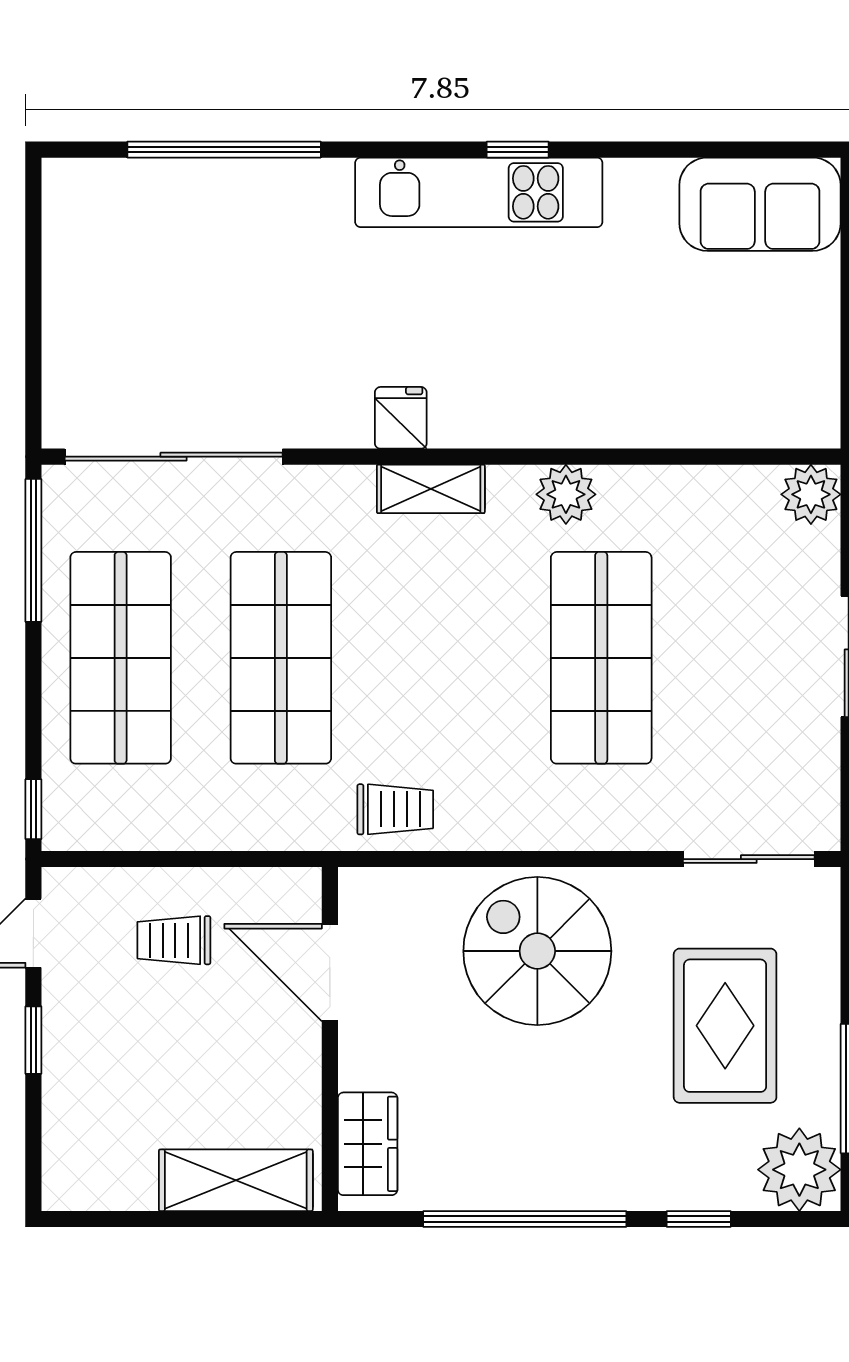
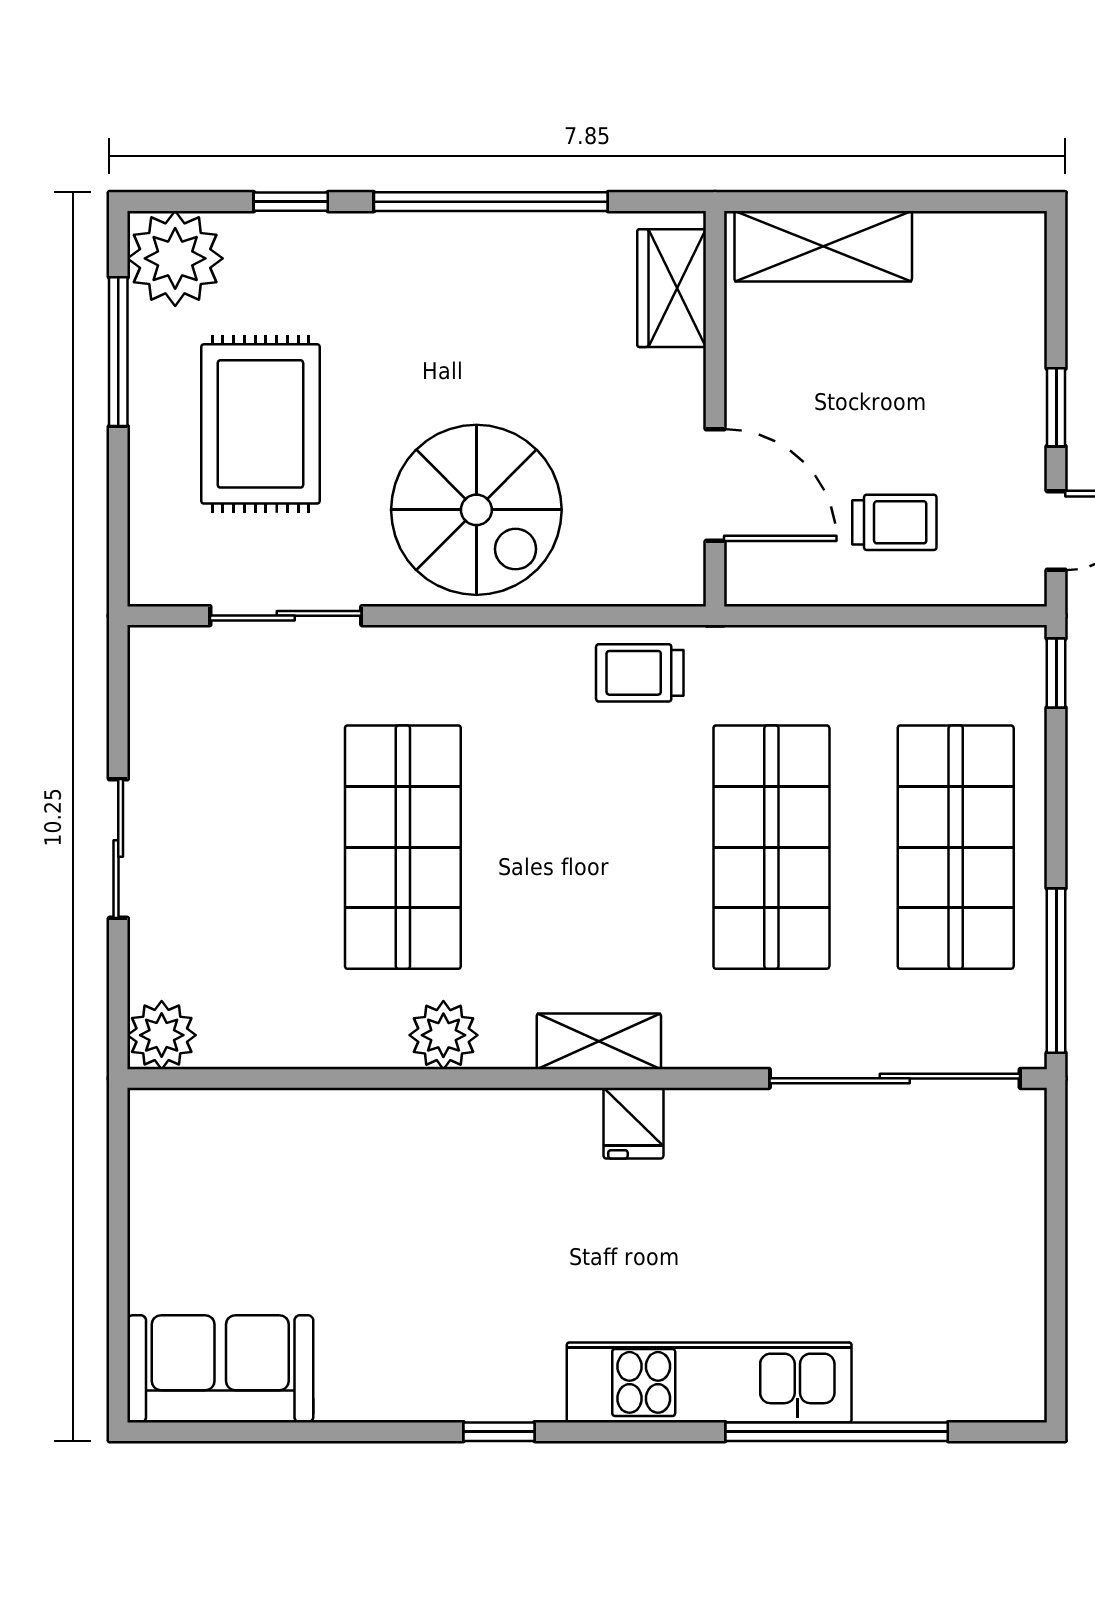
kitchen unit: (479, 192) -> (709, 1382), moved
sliding door: (749, 859) -> (286, 616), moved

